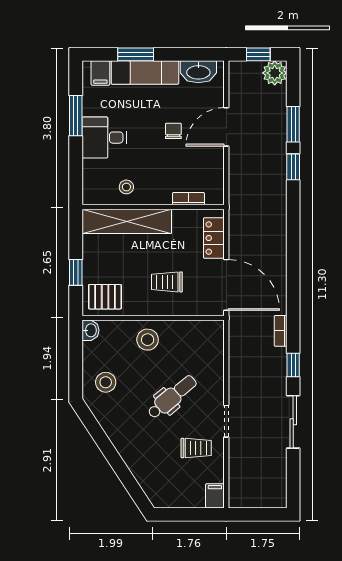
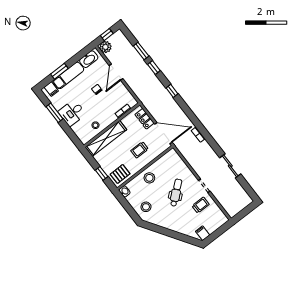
plant: (275, 73) -> (105, 47), moved
window: (293, 365) -> (172, 91), moved
filing cabinet: (215, 496) -> (203, 233), moved

